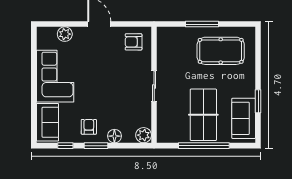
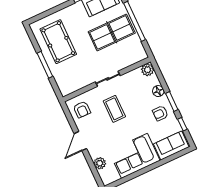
coffee table: (117, 78) -> (114, 109), added

